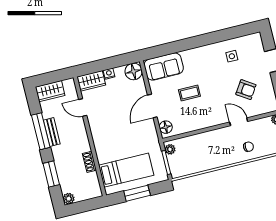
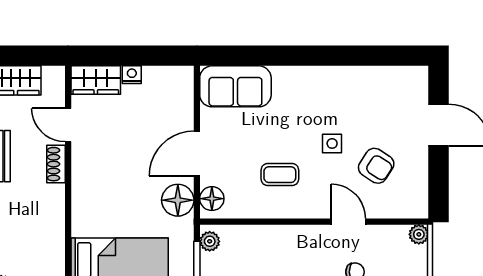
side table: (232, 56) -> (332, 143), moved
floor lamp: (134, 71) -> (178, 200), moved
coffee table: (189, 93) -> (280, 175), moved
shoe rack: (89, 162) -> (56, 164), moved

